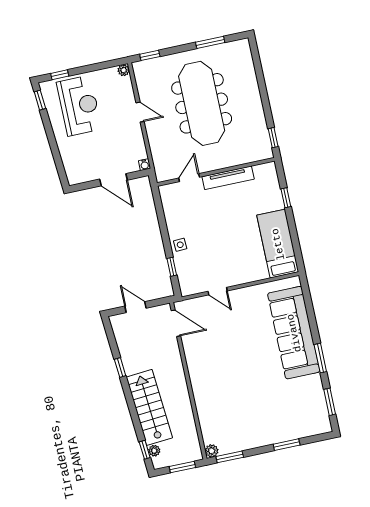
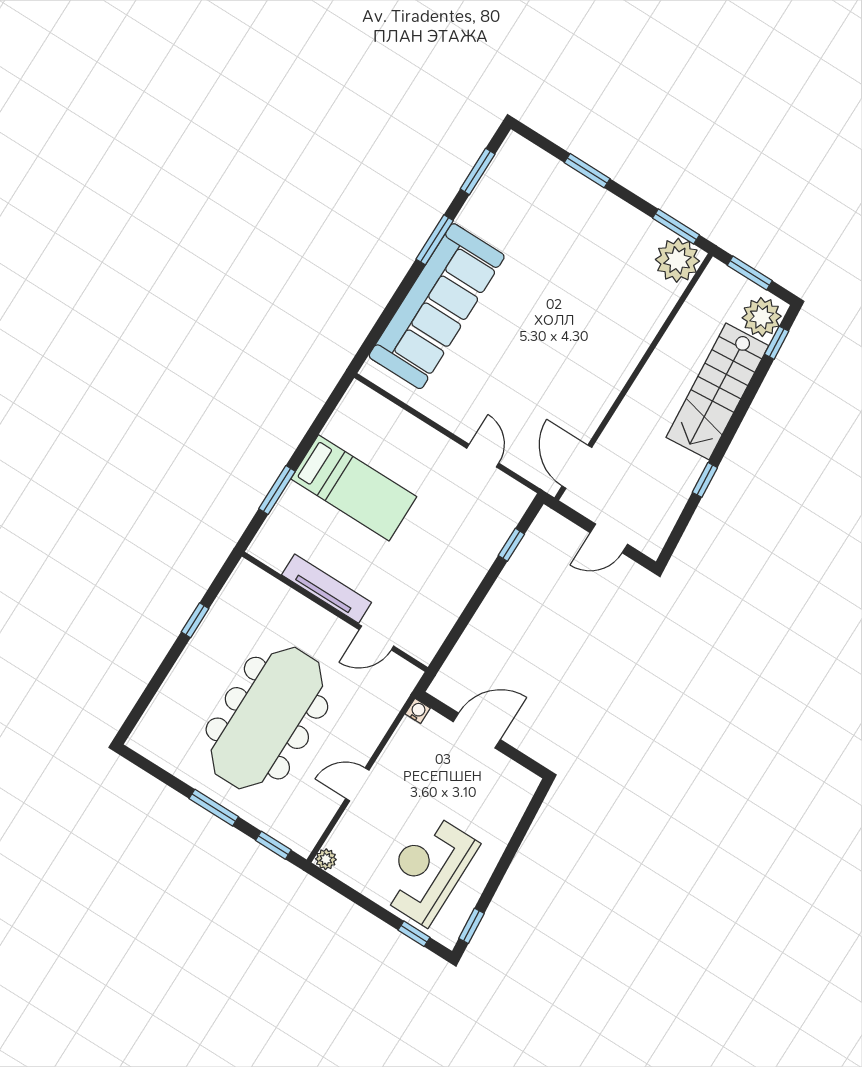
window: (210, 42) -> (214, 808), moved
door: (140, 112) -> (357, 784), hinge flipped
window: (273, 138) -> (195, 620), moved
door: (113, 180) -> (477, 731), hinge flipped
window: (286, 198) -> (277, 490), width x1.50
bed: (278, 244) -> (354, 488), moved, turned -90
side table: (180, 245) -> (473, 563), removed
door: (135, 307) -> (609, 538), hinge flipped
plant: (154, 451) -> (762, 317), width x1.87, depth x1.87
plant: (212, 451) -> (677, 260), width x1.87, depth x1.87

